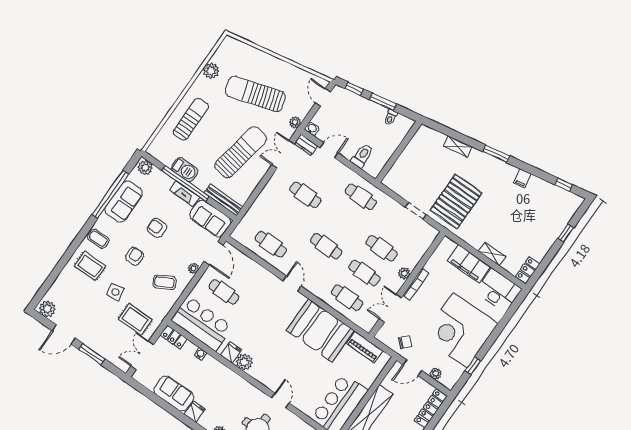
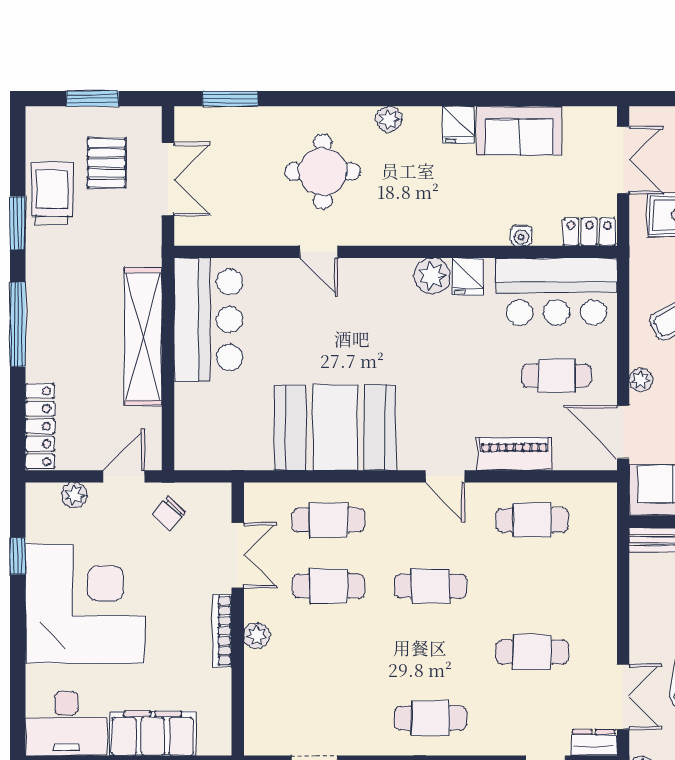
cafe table: (382, 248) -> (329, 652), removed
piano: (365, 347) -> (514, 454), moved

